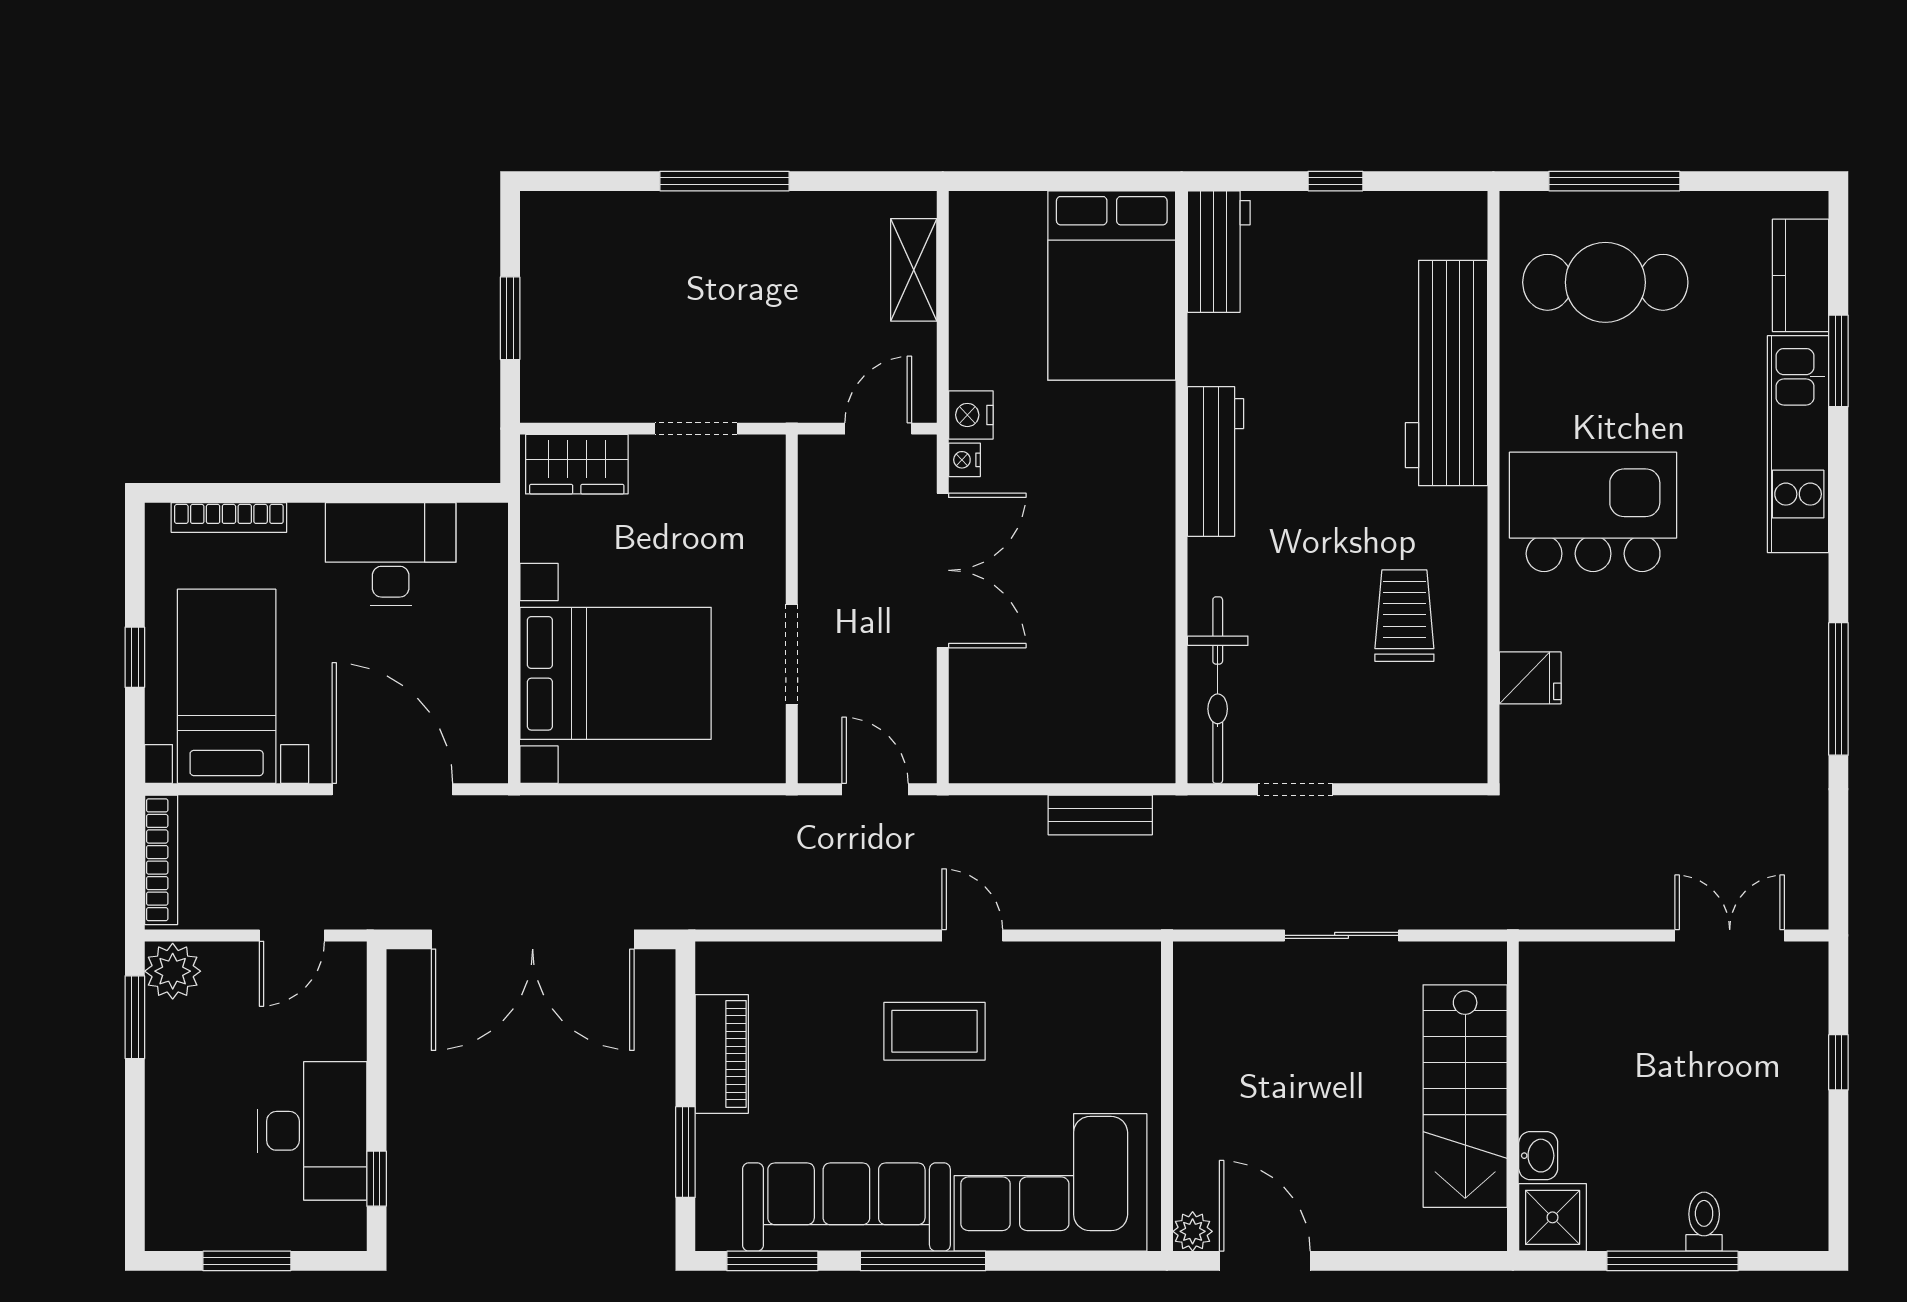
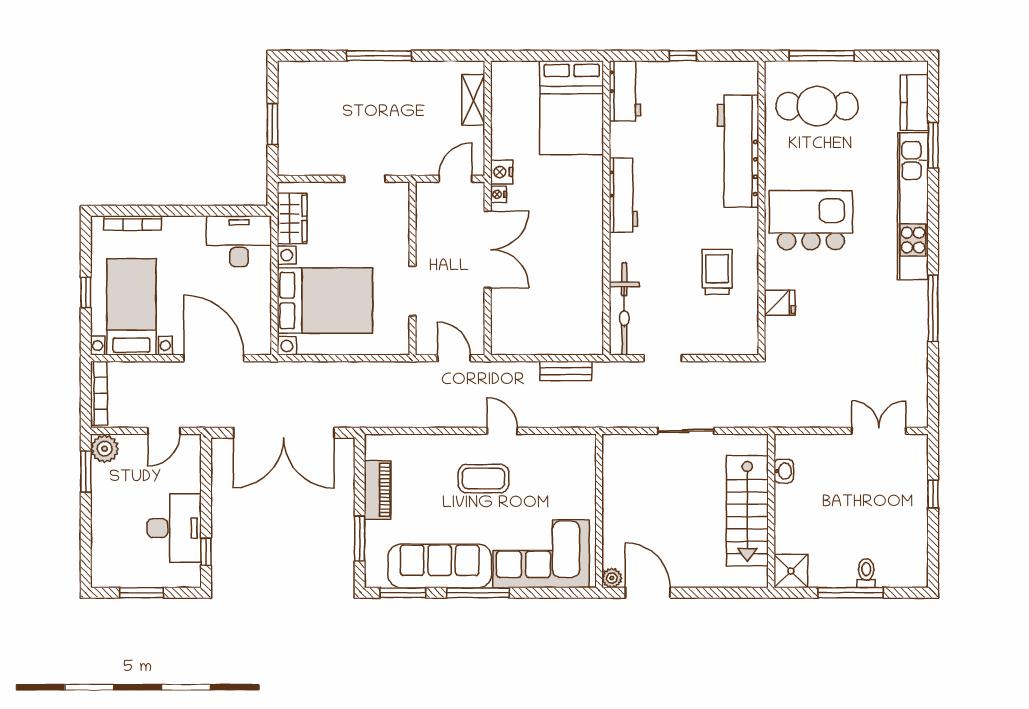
kitchen unit: (1798, 444) -> (913, 206), width x1.36
wardrobe: (577, 464) -> (292, 218), moved, turned -90
desk: (391, 554) -> (239, 241), moved
washbasin: (1538, 1156) -> (784, 471), moved

